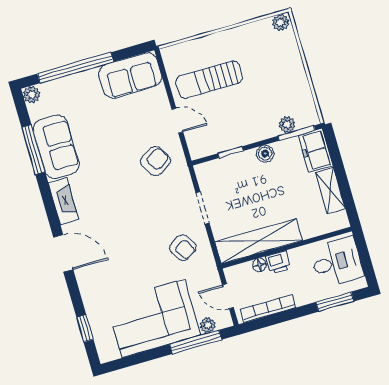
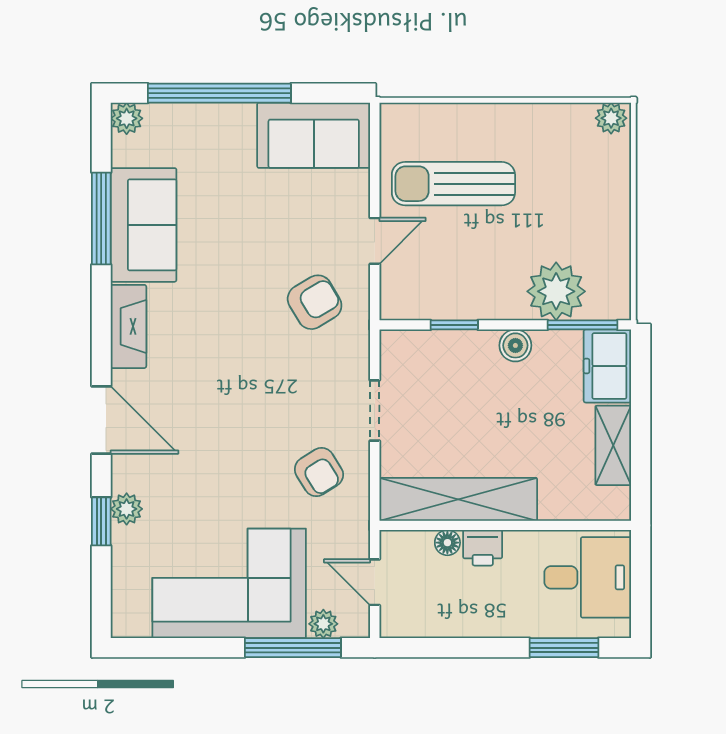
door: (177, 121) -> (375, 241), hinge flipped
plant: (287, 125) -> (556, 291), width x1.88, depth x1.88
plant: (89, 295) -> (127, 509), added
bookcase: (268, 309) -> (440, 625), removed
window: (85, 328) -> (101, 521), moved

